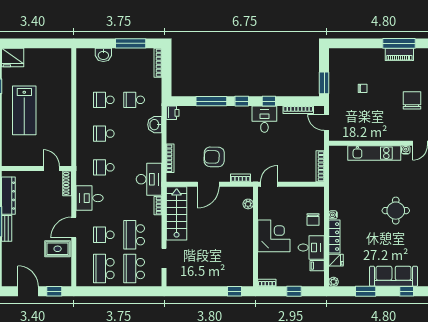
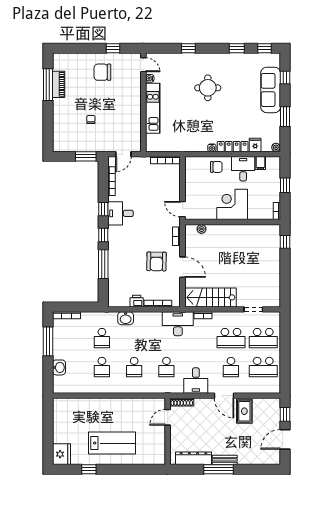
printer: (173, 113) -> (137, 301), moved

